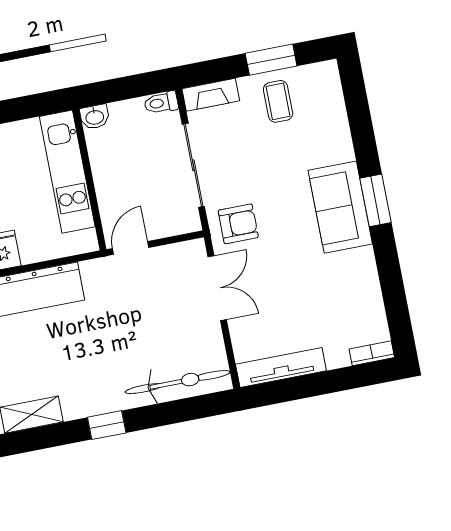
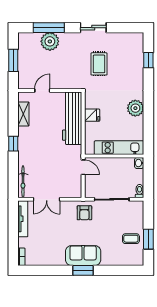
fireplace: (211, 95) -> (139, 212), removed
double door: (217, 288) -> (47, 199), moved
bicycle: (178, 382) -> (23, 182), width x0.73, depth x0.71

